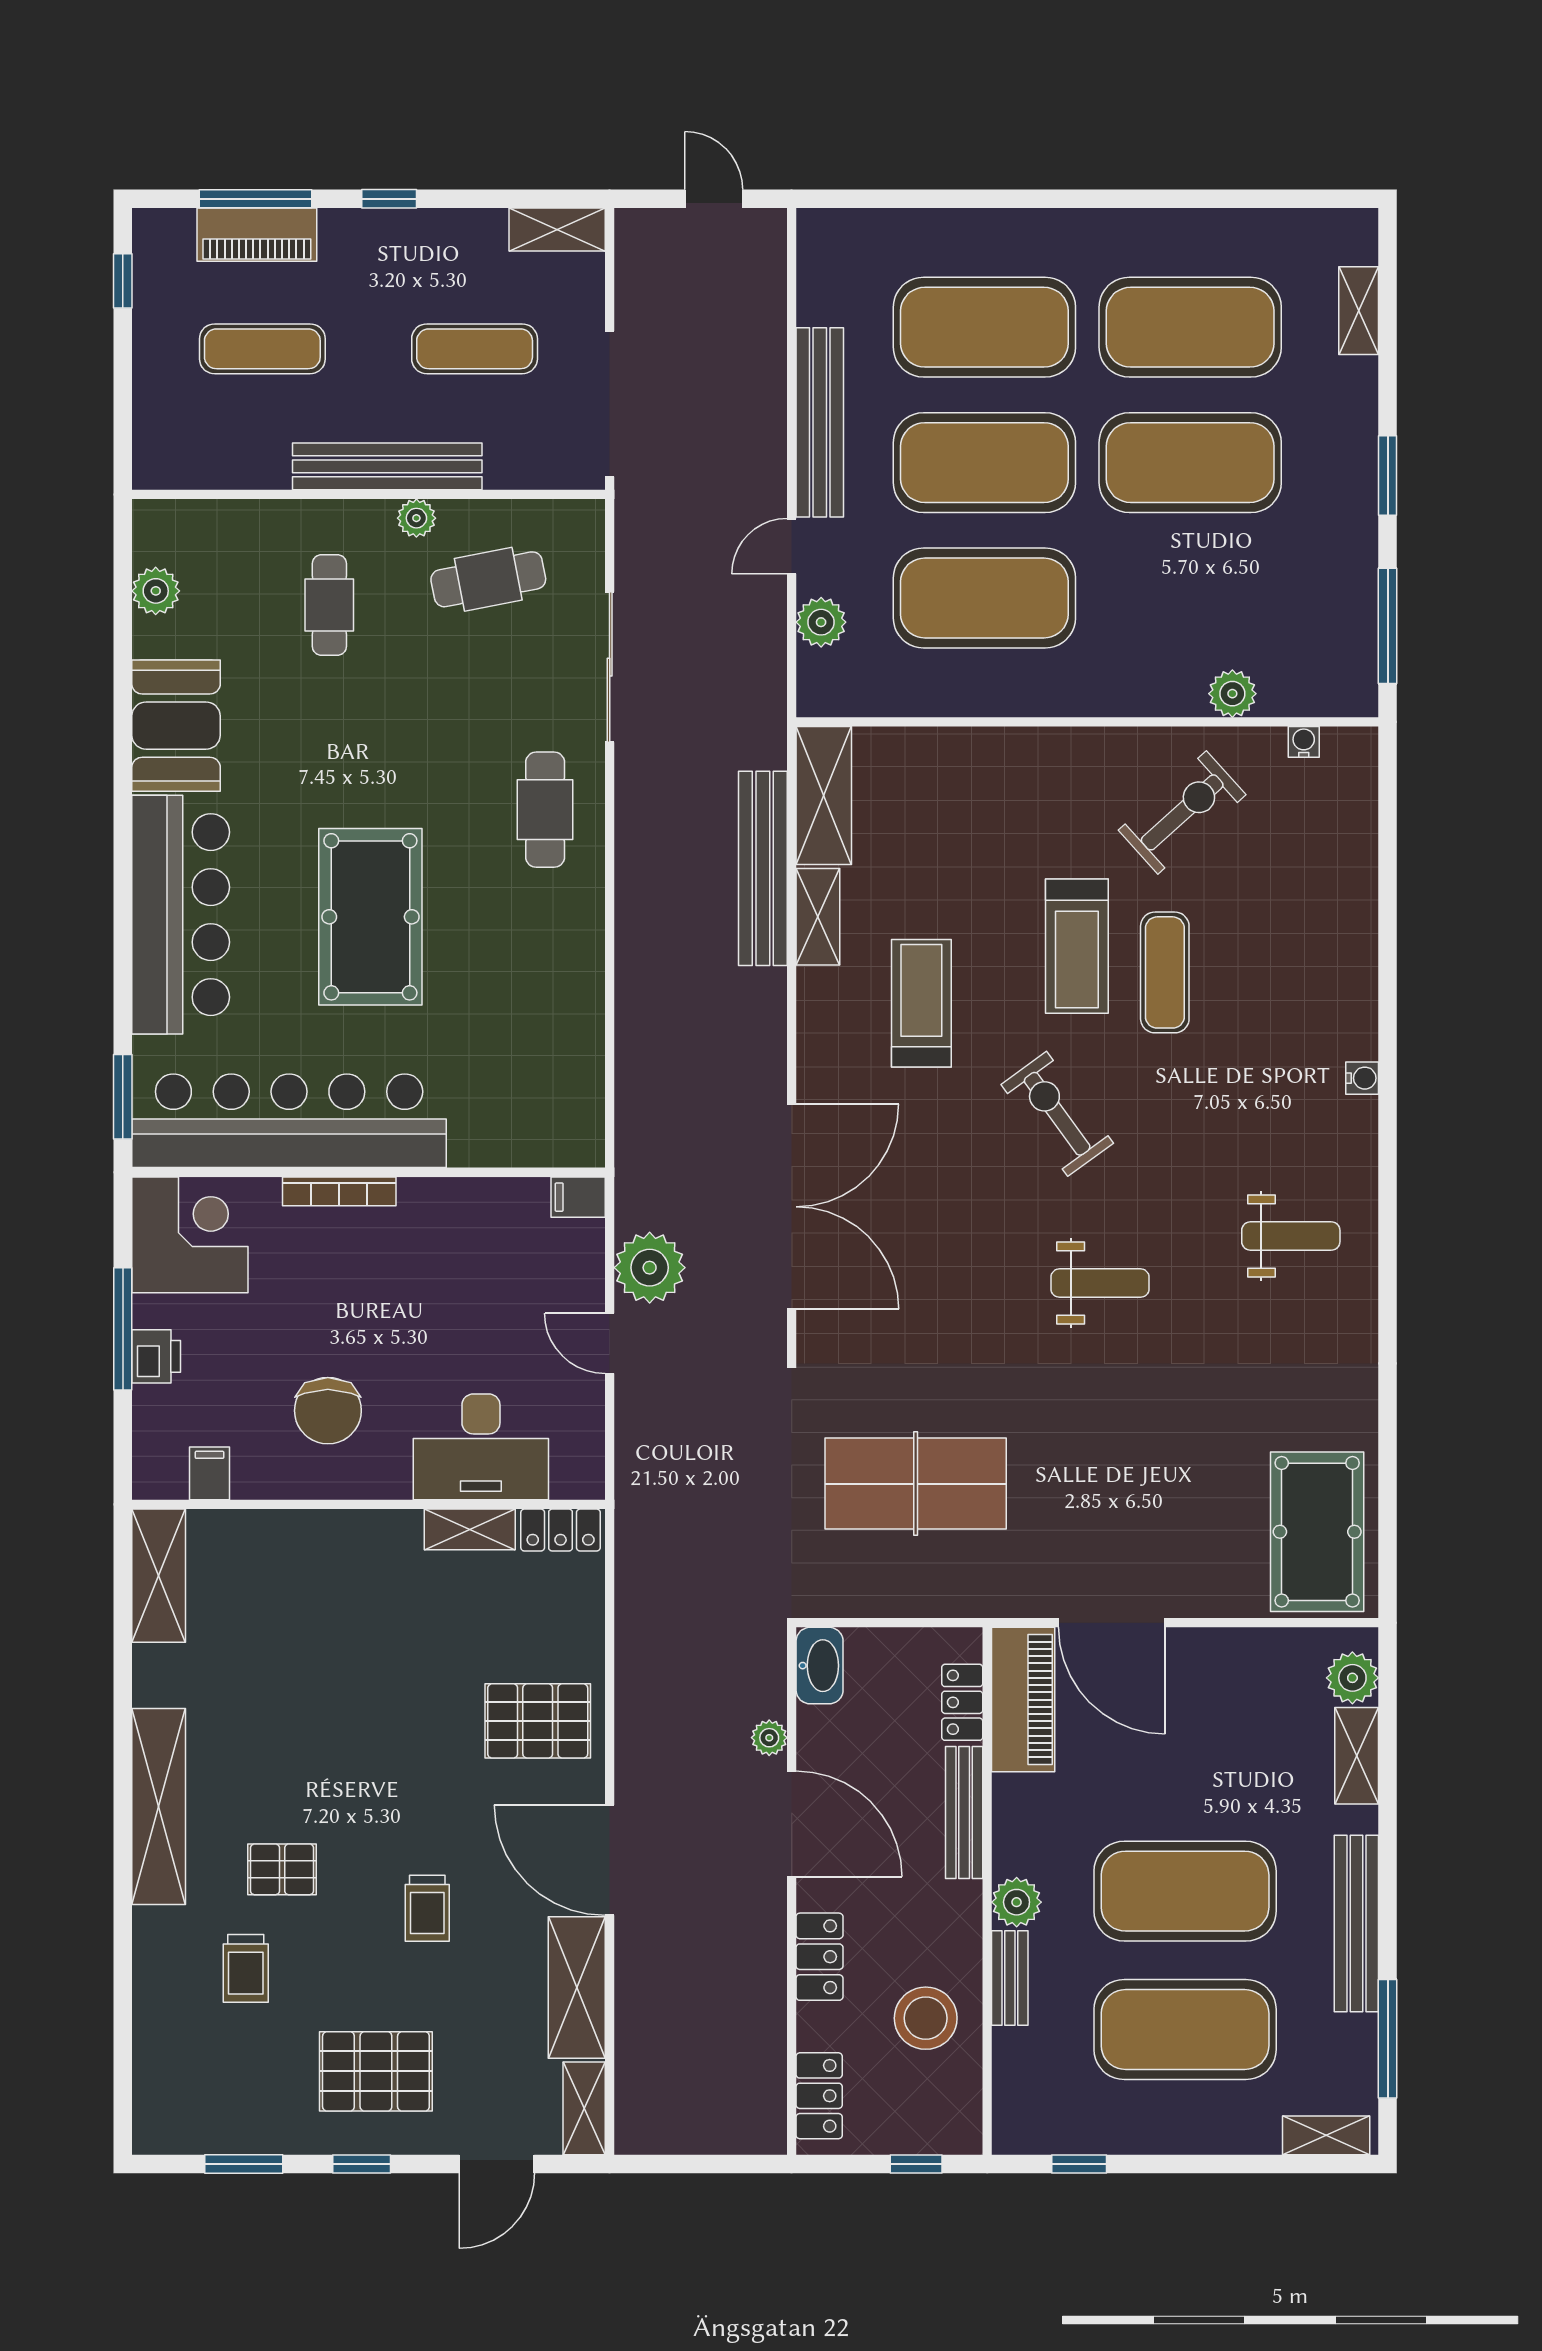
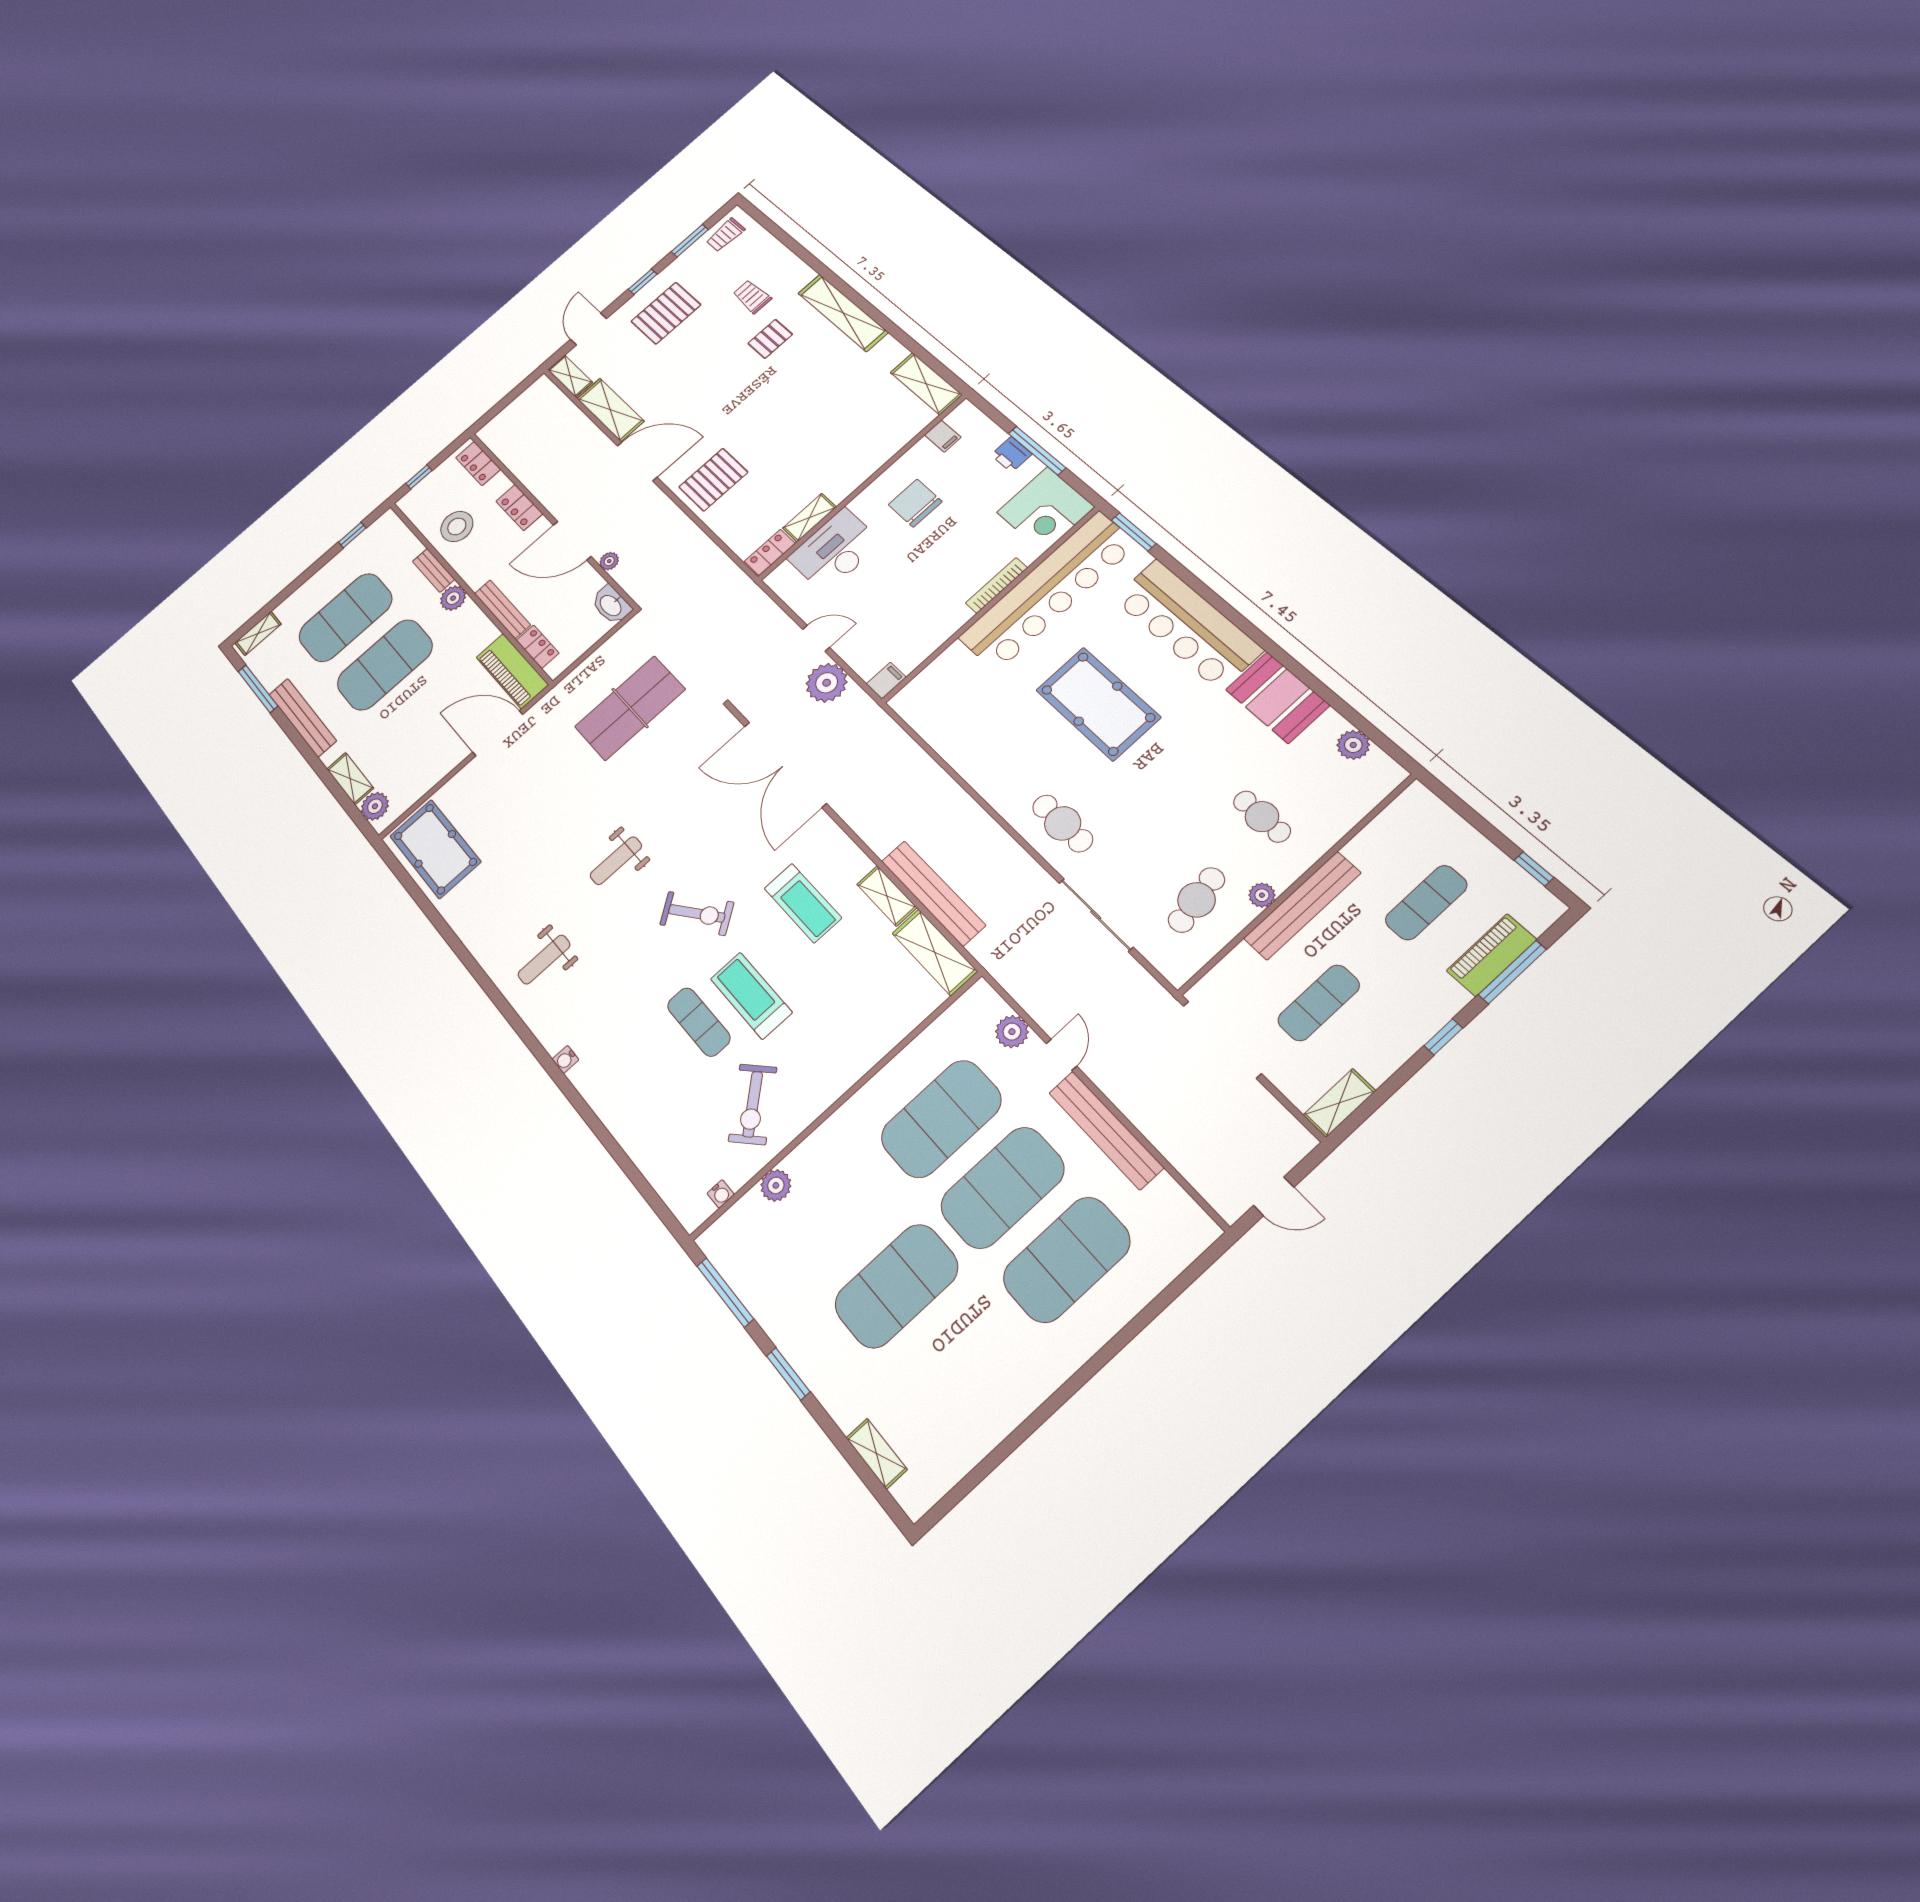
exercise mat: (1190, 327) -> (958, 1361), removed
trolley: (427, 1908) -> (725, 235), moved, turned -90

